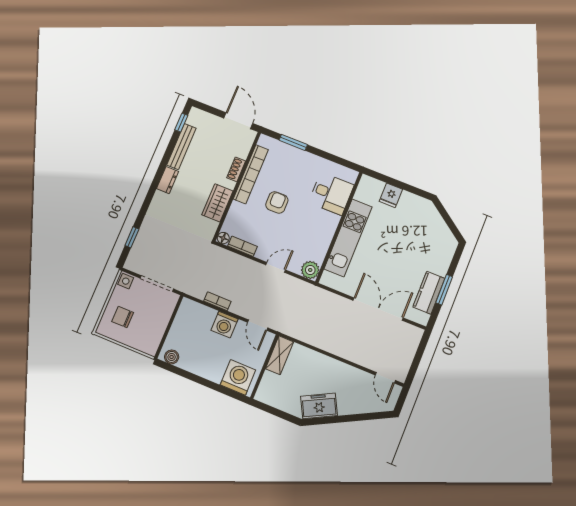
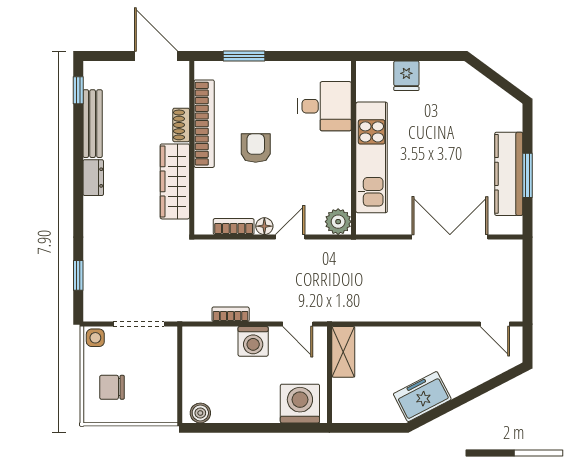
wardrobe: (217, 203) -> (175, 181), width x1.50
floor lamp: (223, 238) -> (264, 226), moved
kitchen counter: (429, 293) -> (509, 174), width x1.50

